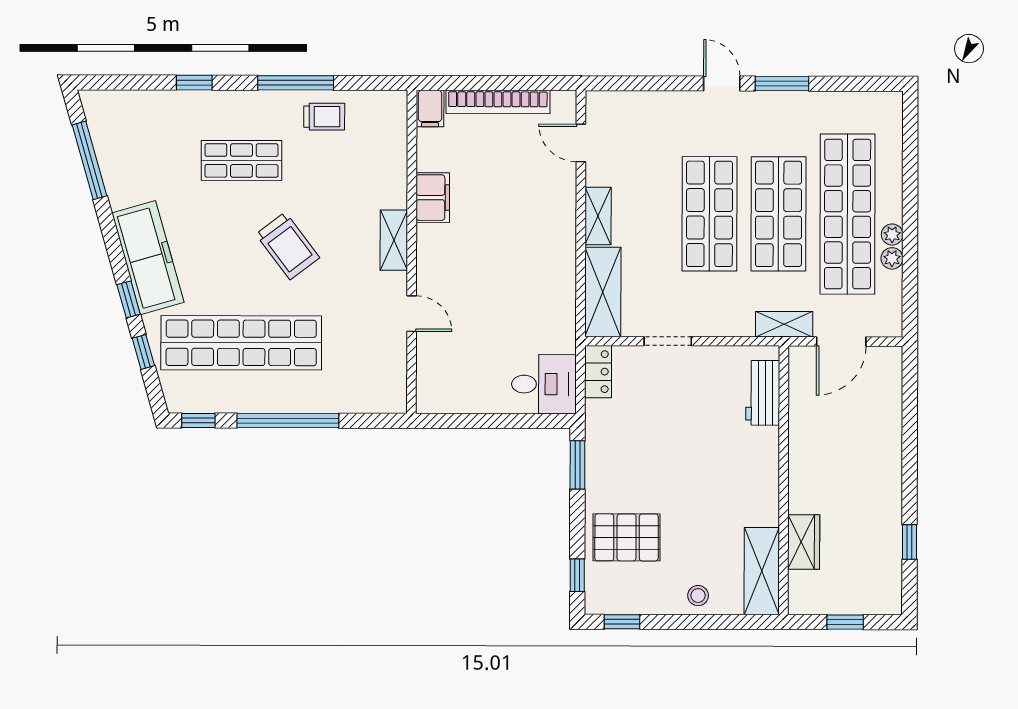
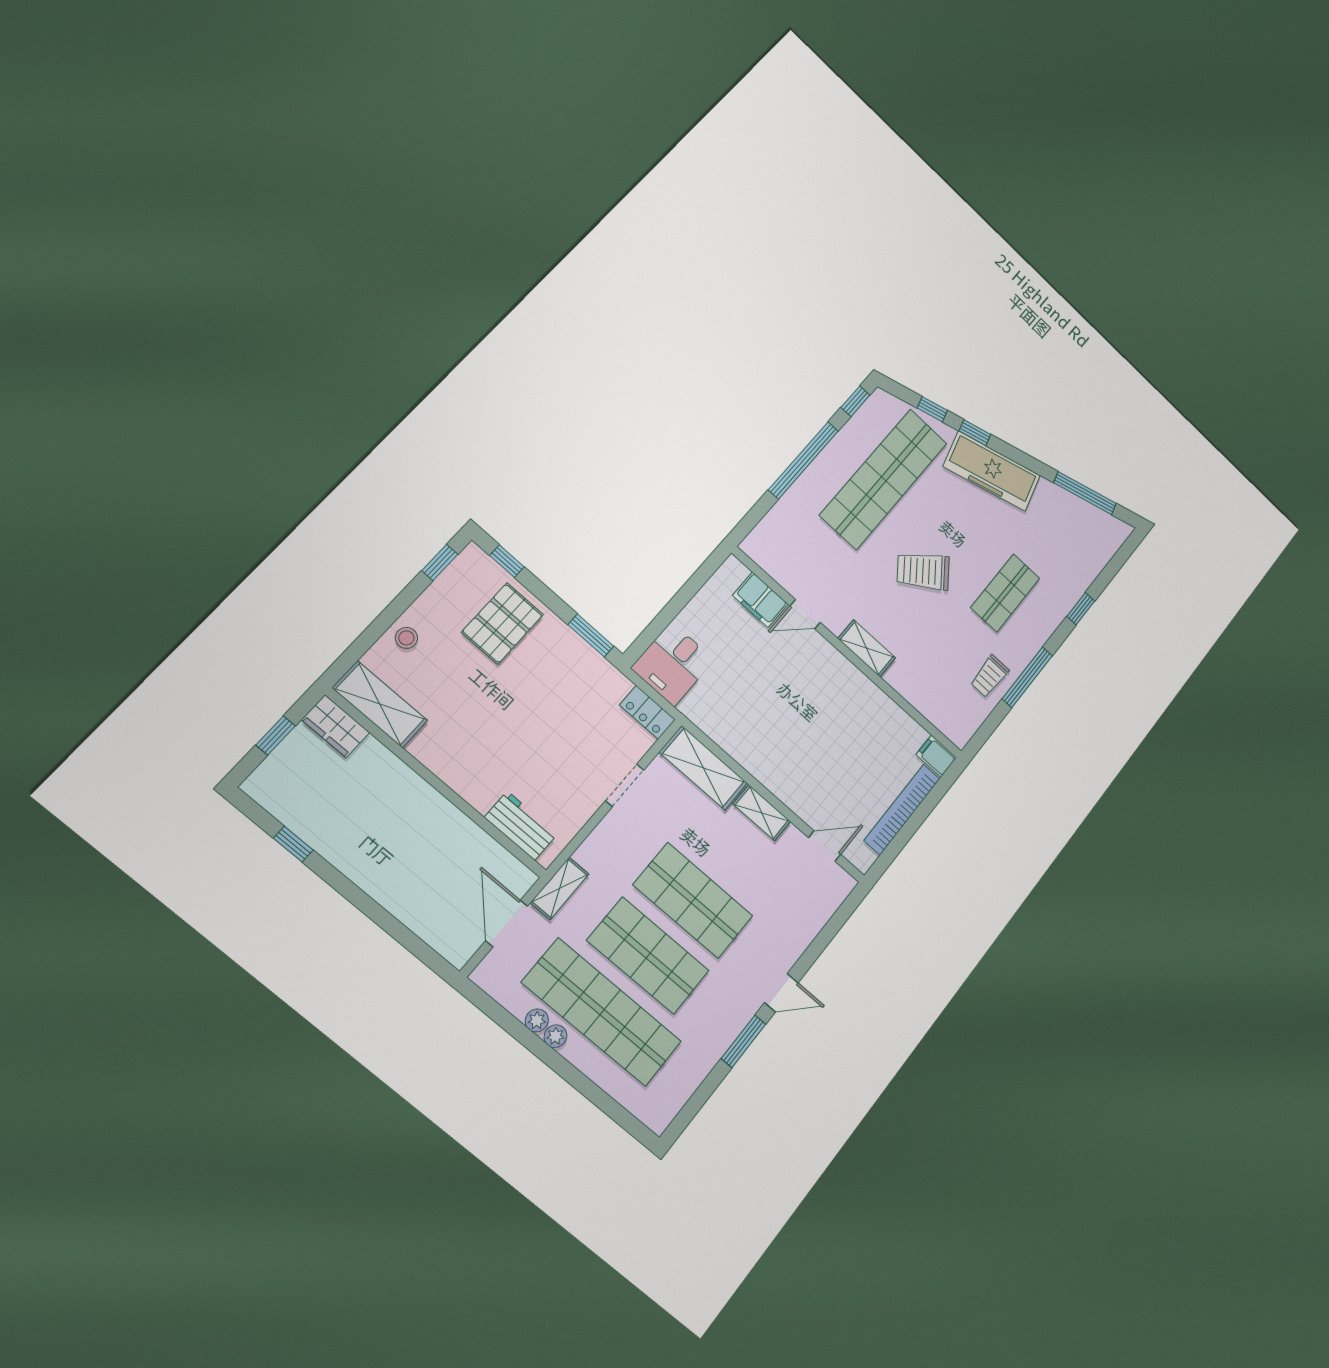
filing cabinet: (433, 198) -> (760, 600), moved
wardrobe: (804, 542) -> (336, 726), moved

